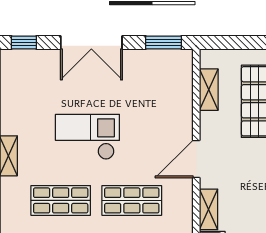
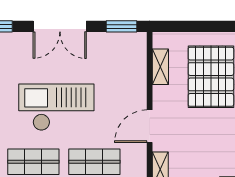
checkout: (87, 137) -> (56, 107), width x1.36, depth x1.21

